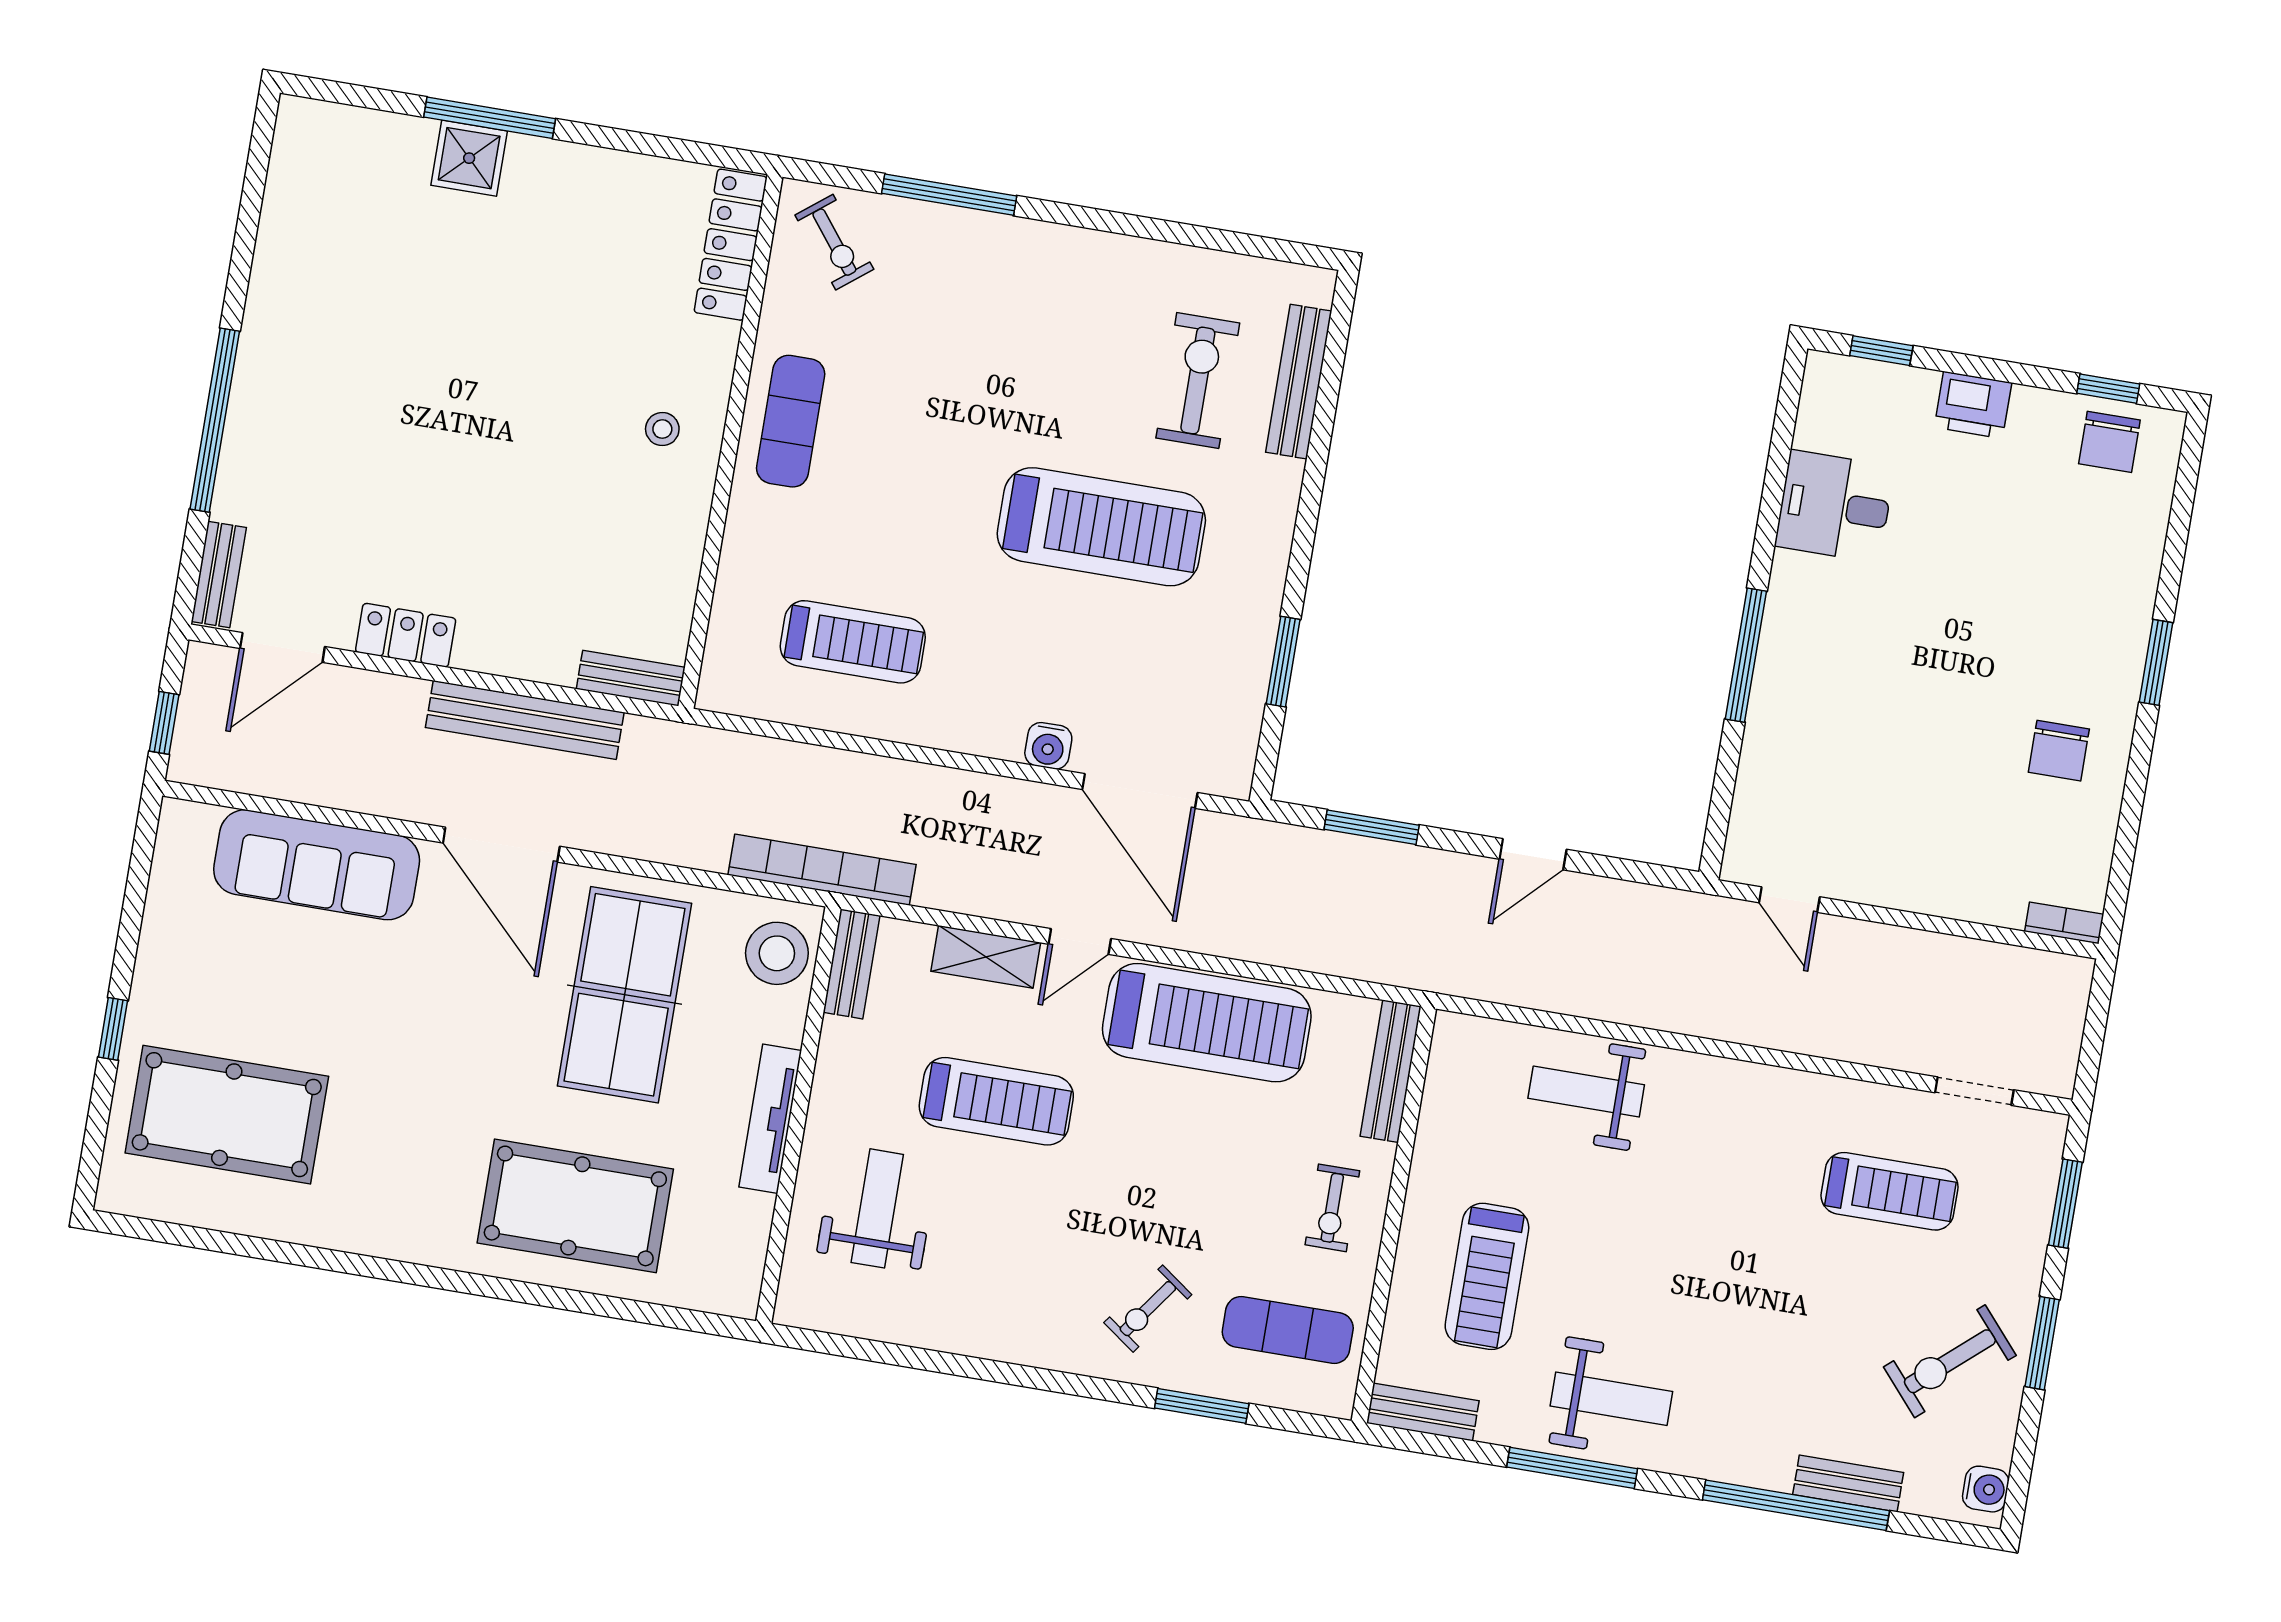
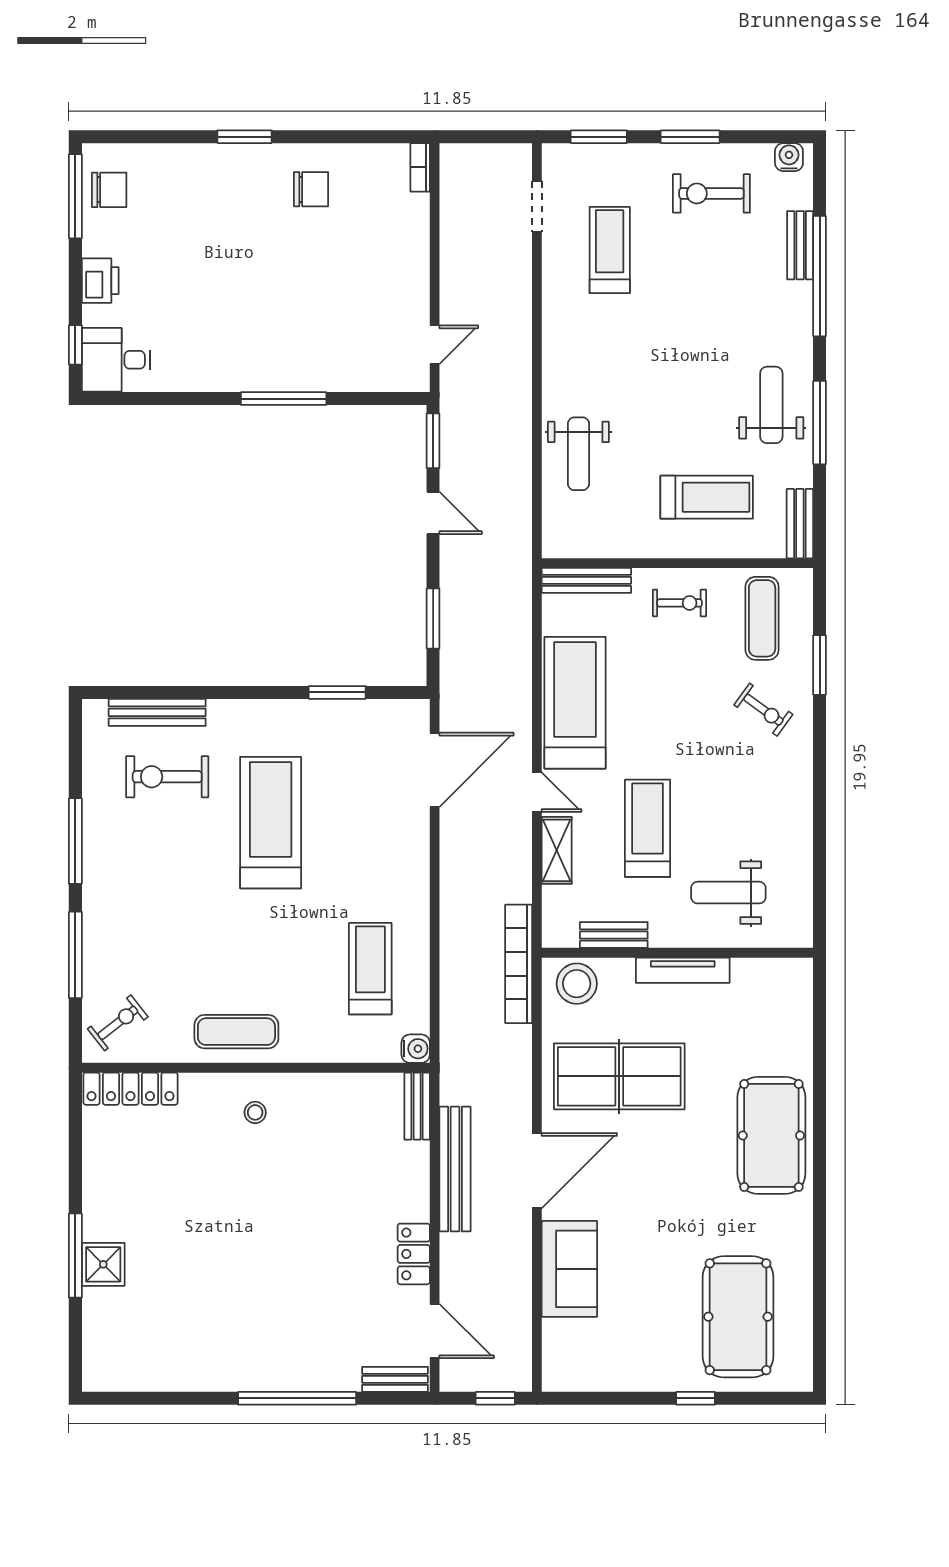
window: (1123, 224) -> (75, 841), added
window: (2108, 389) -> (75, 196), width x2.17
desk: (1835, 506) -> (116, 360), moved, turned 90
water cooler: (1048, 746) -> (416, 1049), moved
sofa: (317, 865) -> (569, 1269), width x0.73
window: (1643, 873) -> (433, 441), added
bench: (852, 964) -> (614, 935), moved
pool table: (575, 1206) -> (771, 1135), moved
exercise bike: (1950, 1361) -> (711, 193), turned 131

